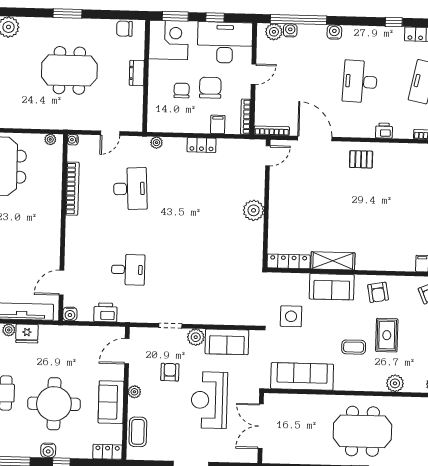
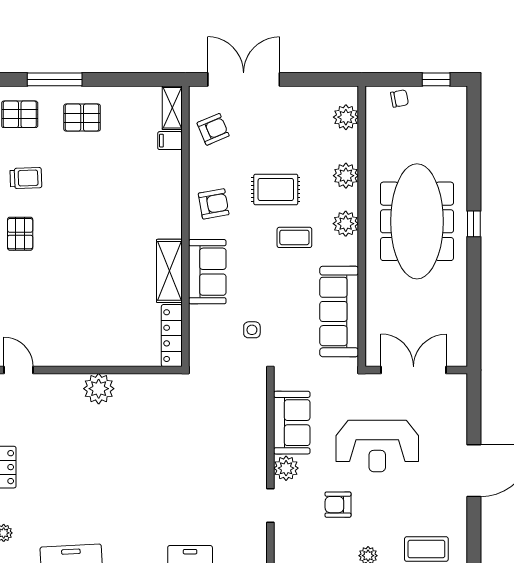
trolley: (399, 164) -> (26, 178), added
side table: (291, 316) -> (252, 330), width x0.54, depth x0.54
coffee table: (354, 347) -> (294, 237), turned 90
plant: (362, 382) -> (346, 224), added
double door: (261, 426) -> (414, 370), swing flipped
meeting table: (362, 431) -> (417, 221), width x1.36

